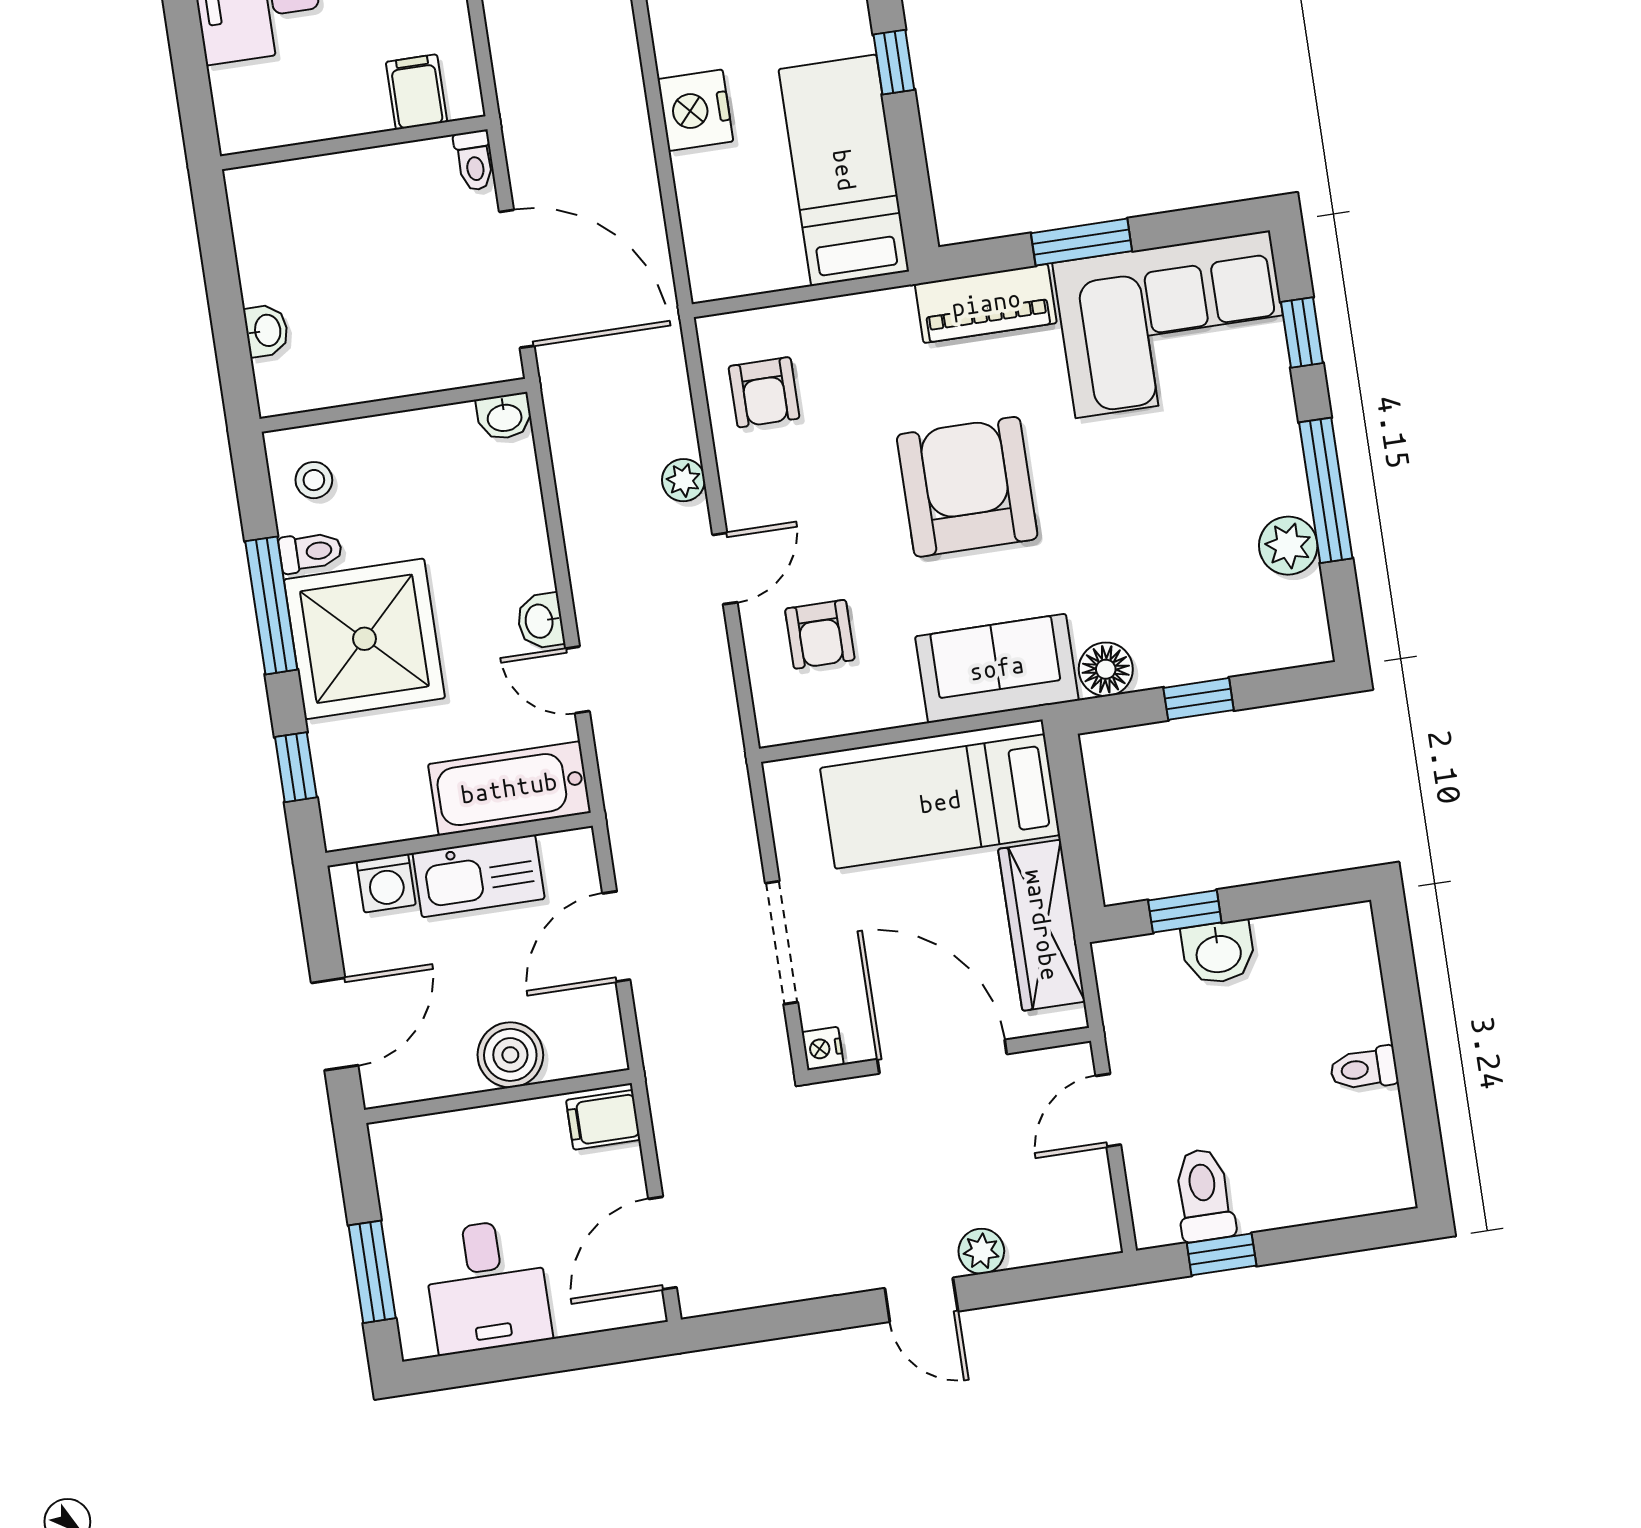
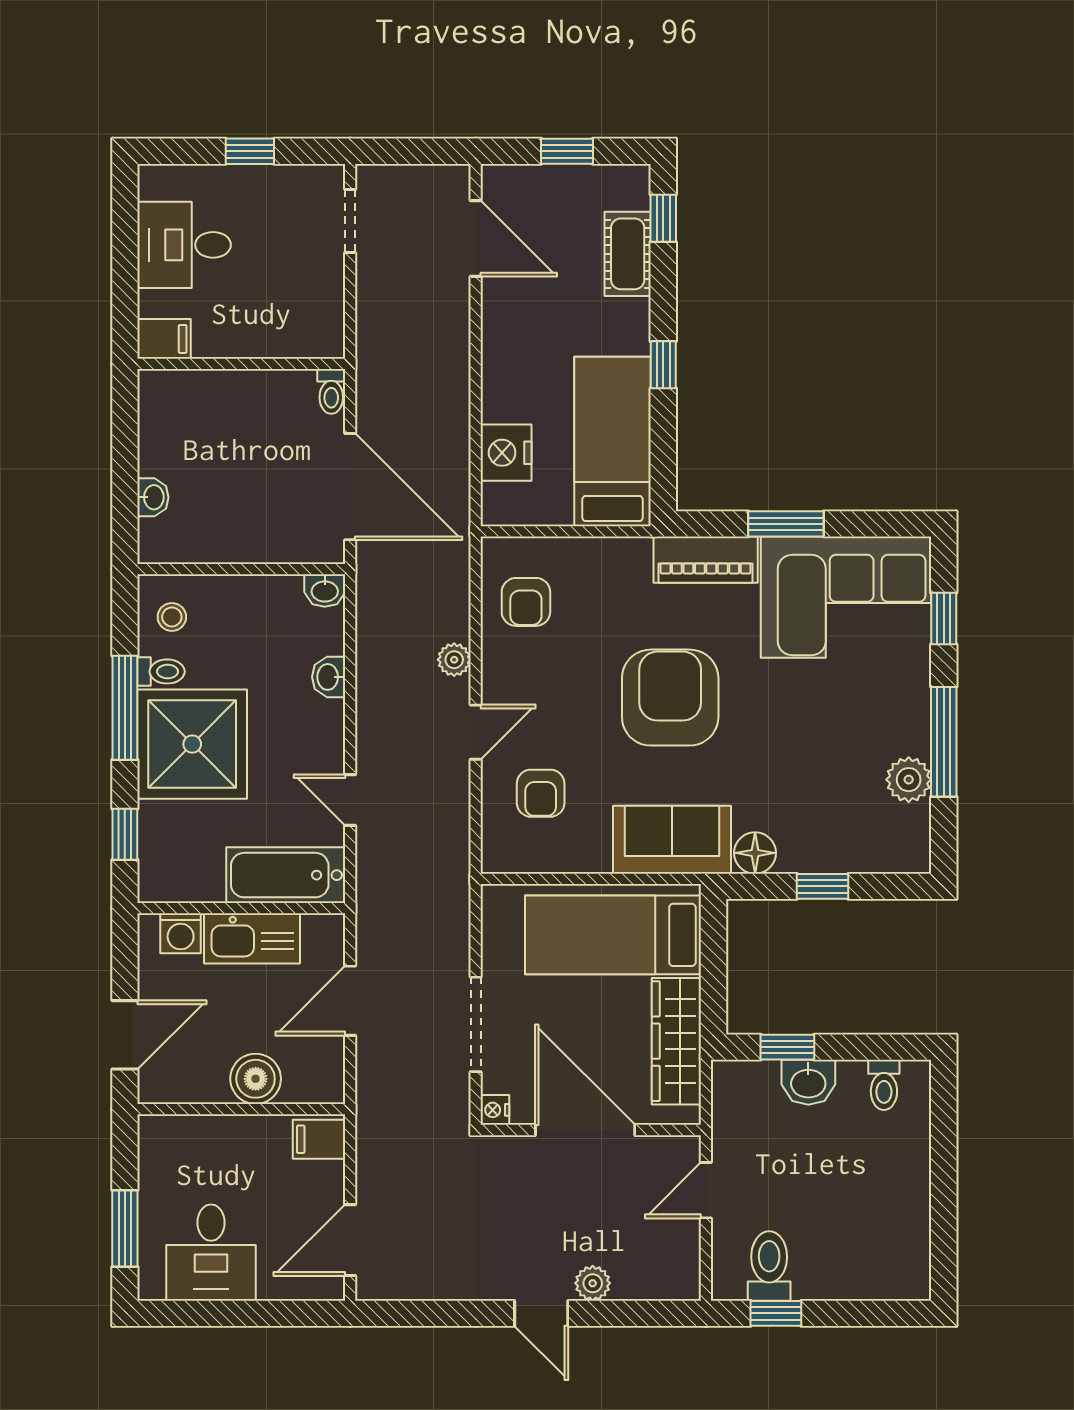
filing cabinet: (416, 92) -> (164, 339), moved, turned 90
nightstand: (695, 110) -> (506, 453), moved
washbasin: (540, 621) -> (329, 677), moved
toilet: (1364, 1069) -> (884, 1085), moved, turned -90

